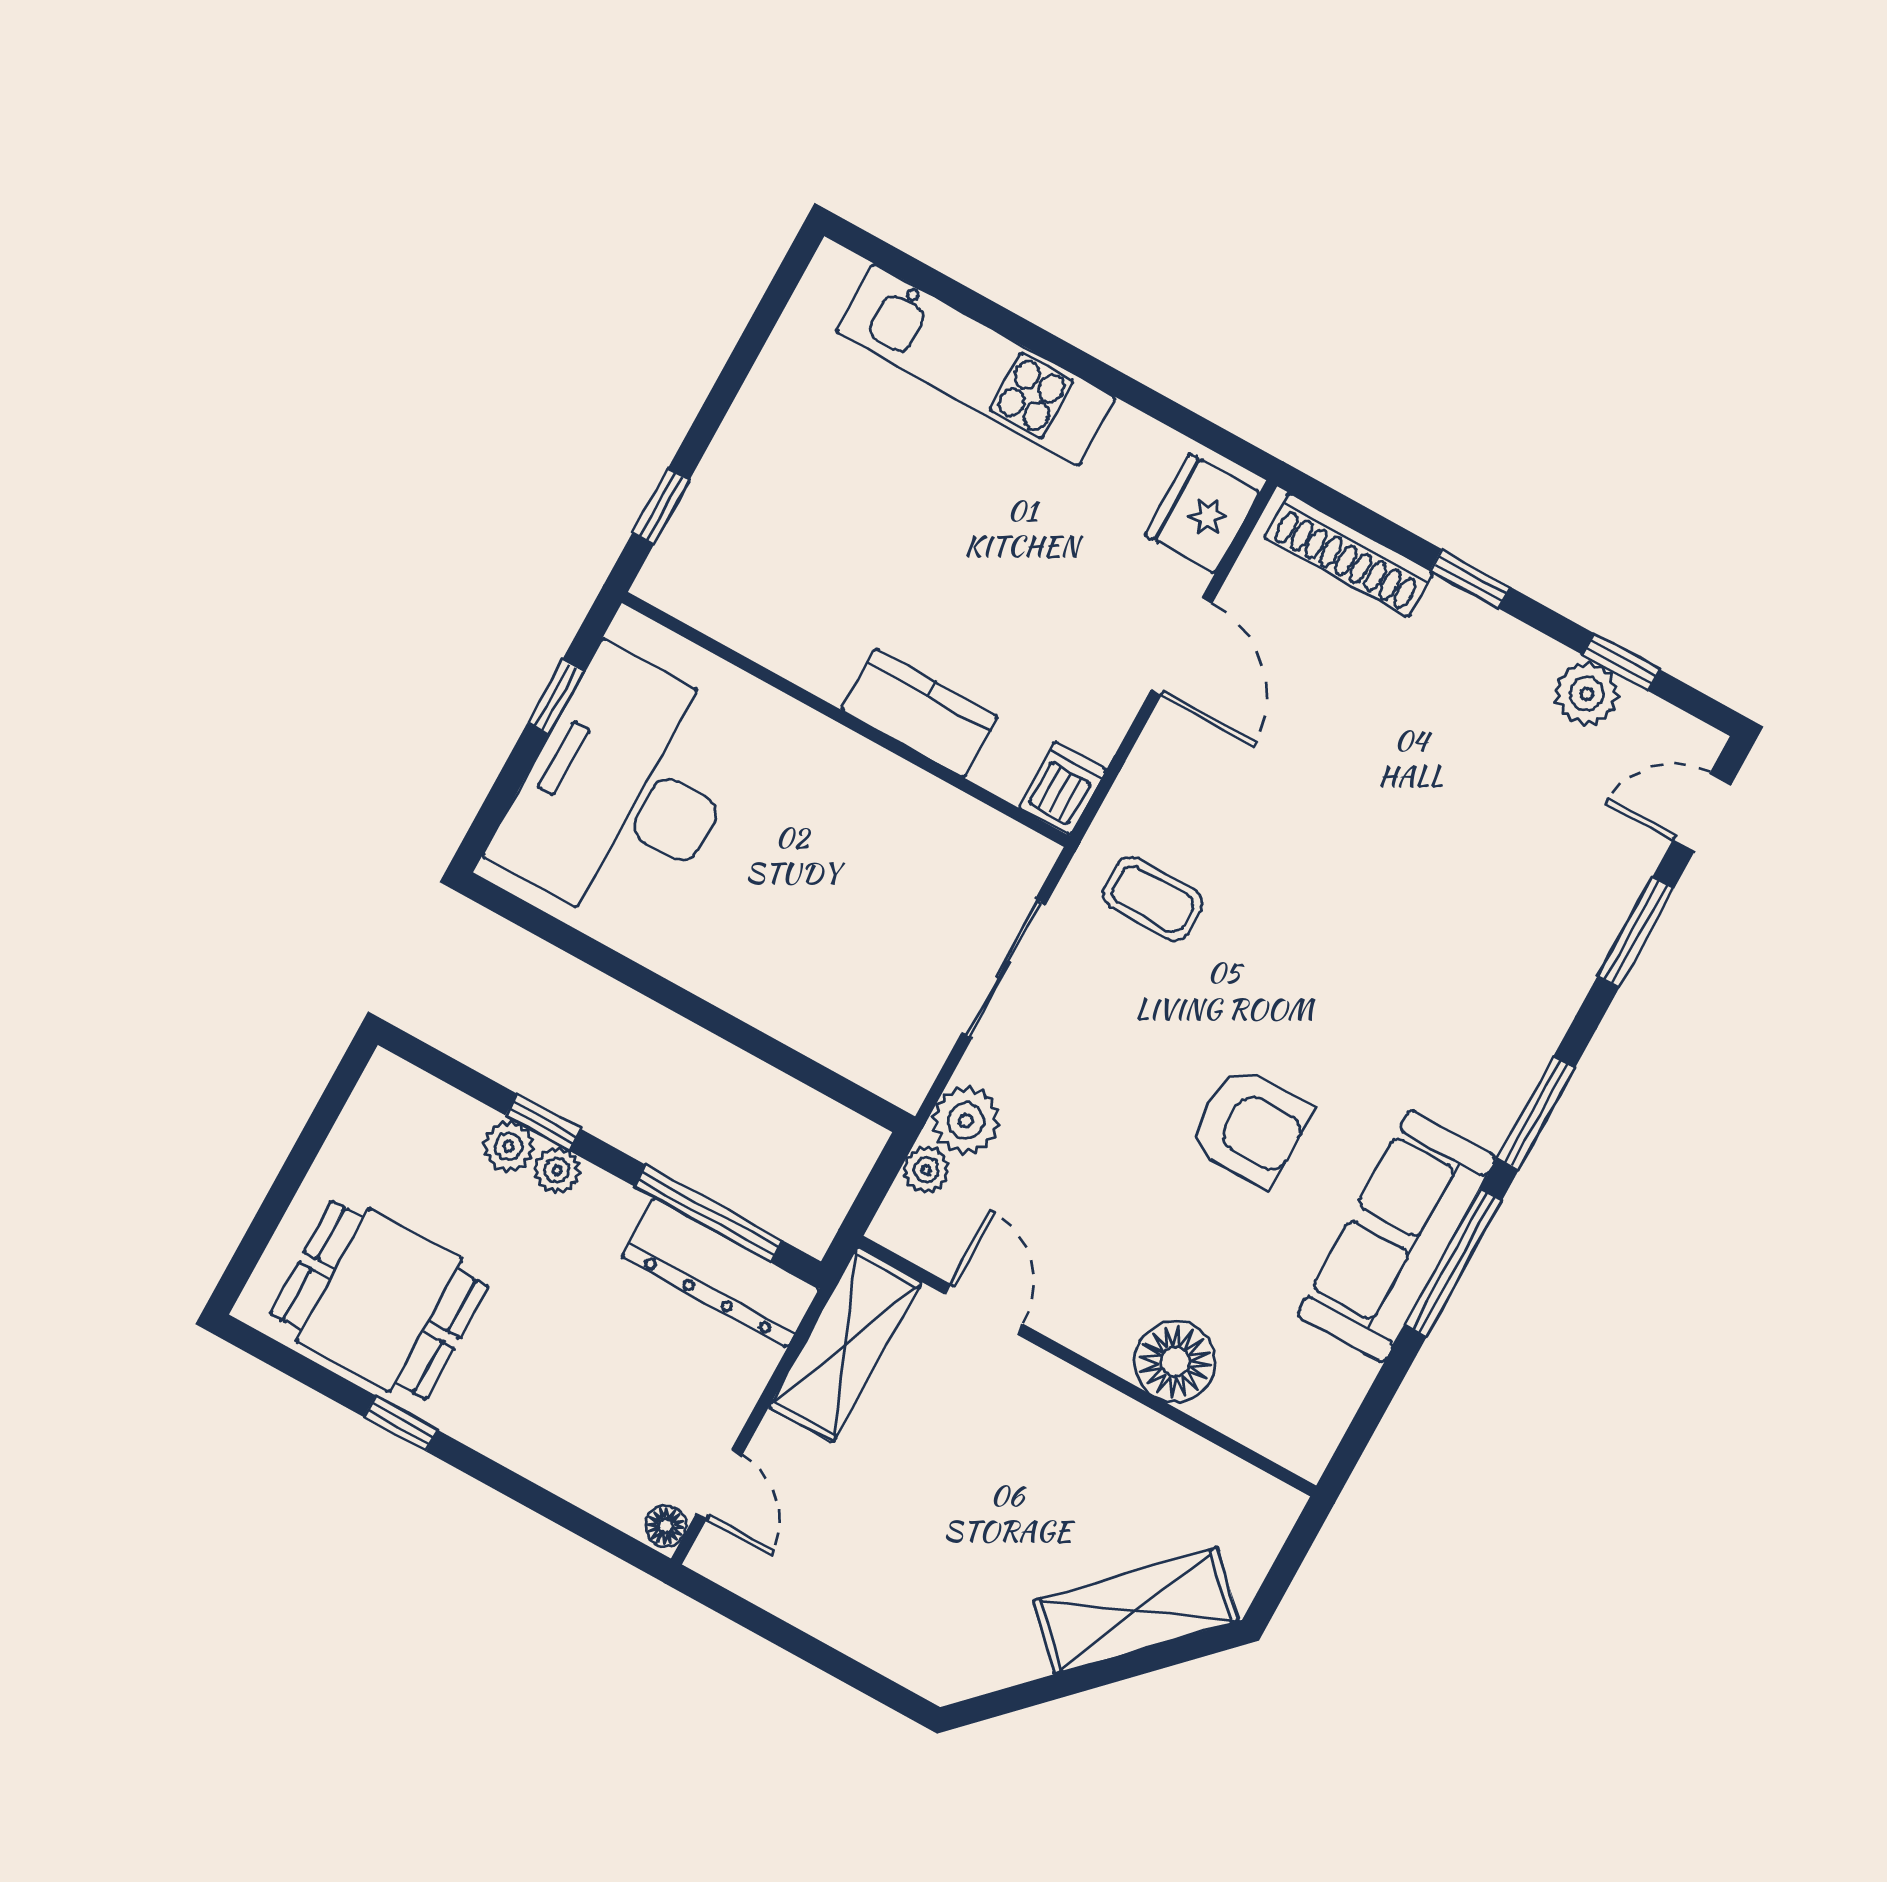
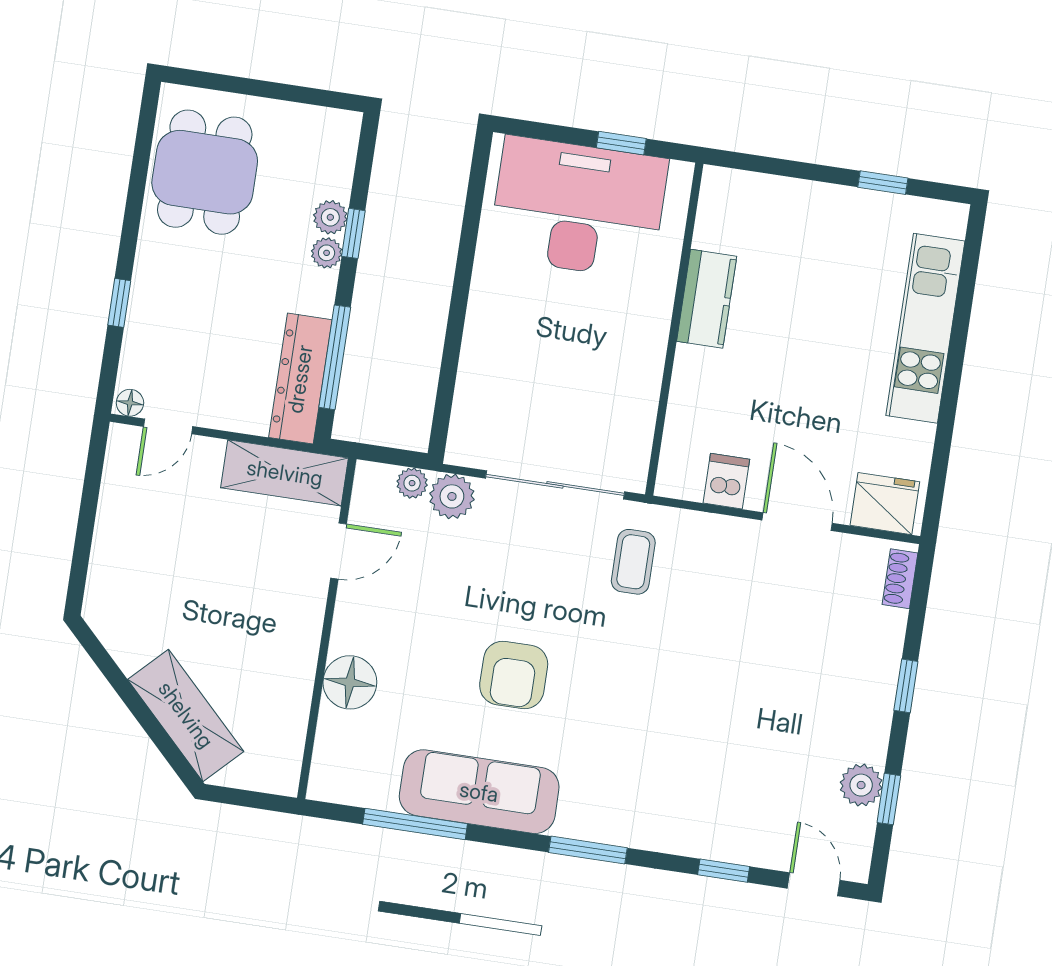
window: (661, 506) -> (883, 183), moved
shoe rack: (1349, 555) -> (900, 579), width x0.51, depth x0.81
door: (1182, 647) -> (797, 522), swing flipped
kitchen counter: (919, 713) -> (707, 299), moved
dishwasher: (1062, 788) -> (726, 481), moved, turned -90
window: (1636, 932) -> (724, 871), width x0.67
sliding door: (1003, 969) -> (555, 485), width x1.37
window: (1453, 1263) -> (415, 824), moved
window: (401, 1423) -> (119, 303), moved

